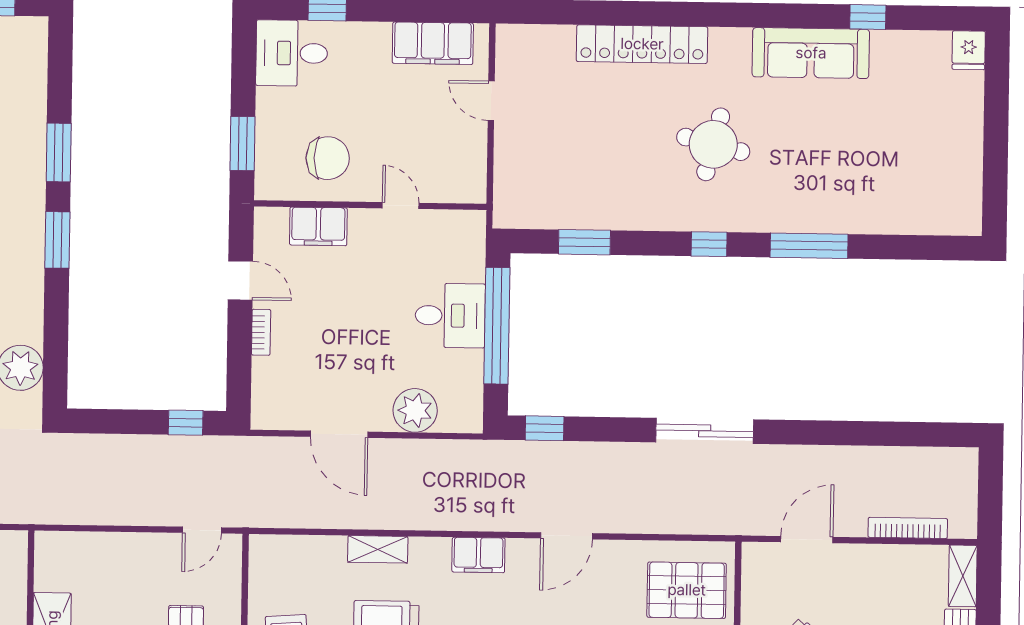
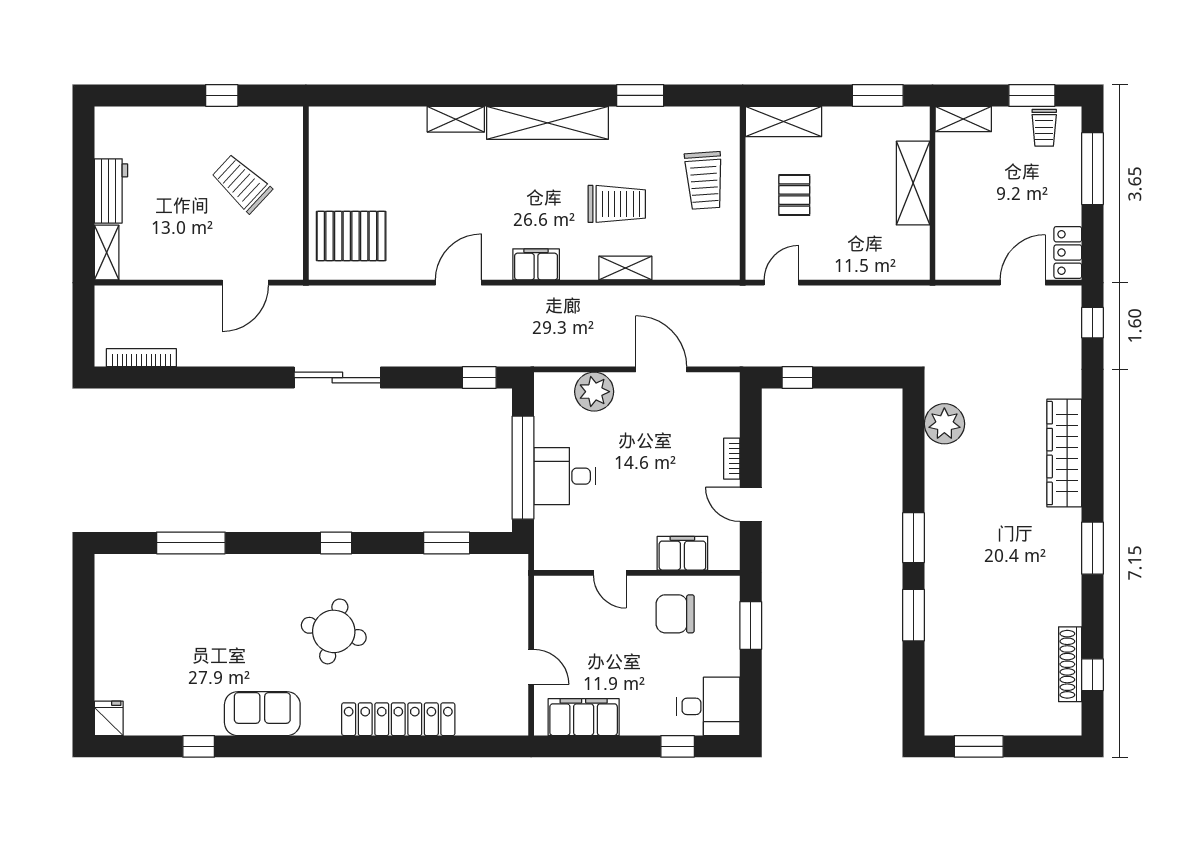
sofa: (811, 53) -> (262, 714), width x0.73
window: (809, 246) -> (191, 543), moved
bookcase: (908, 528) -> (141, 358), moved, turned 180

